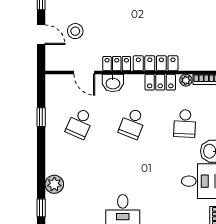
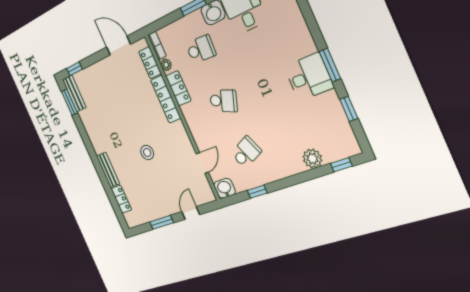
stool: (75, 31) -> (147, 153), moved
locker: (117, 64) -> (150, 63), moved
washbasin: (113, 83) -> (225, 188), moved, turned -90
school desk: (80, 123) -> (246, 152), turned -48

